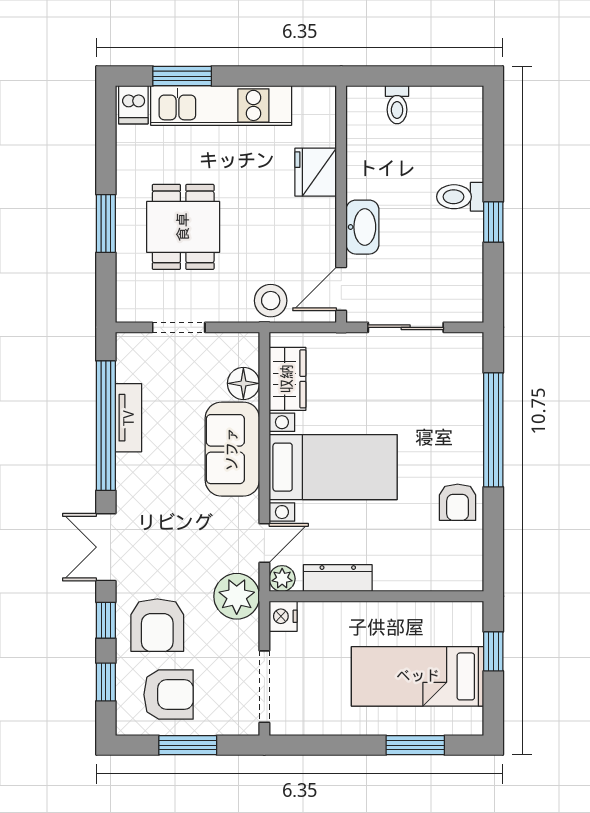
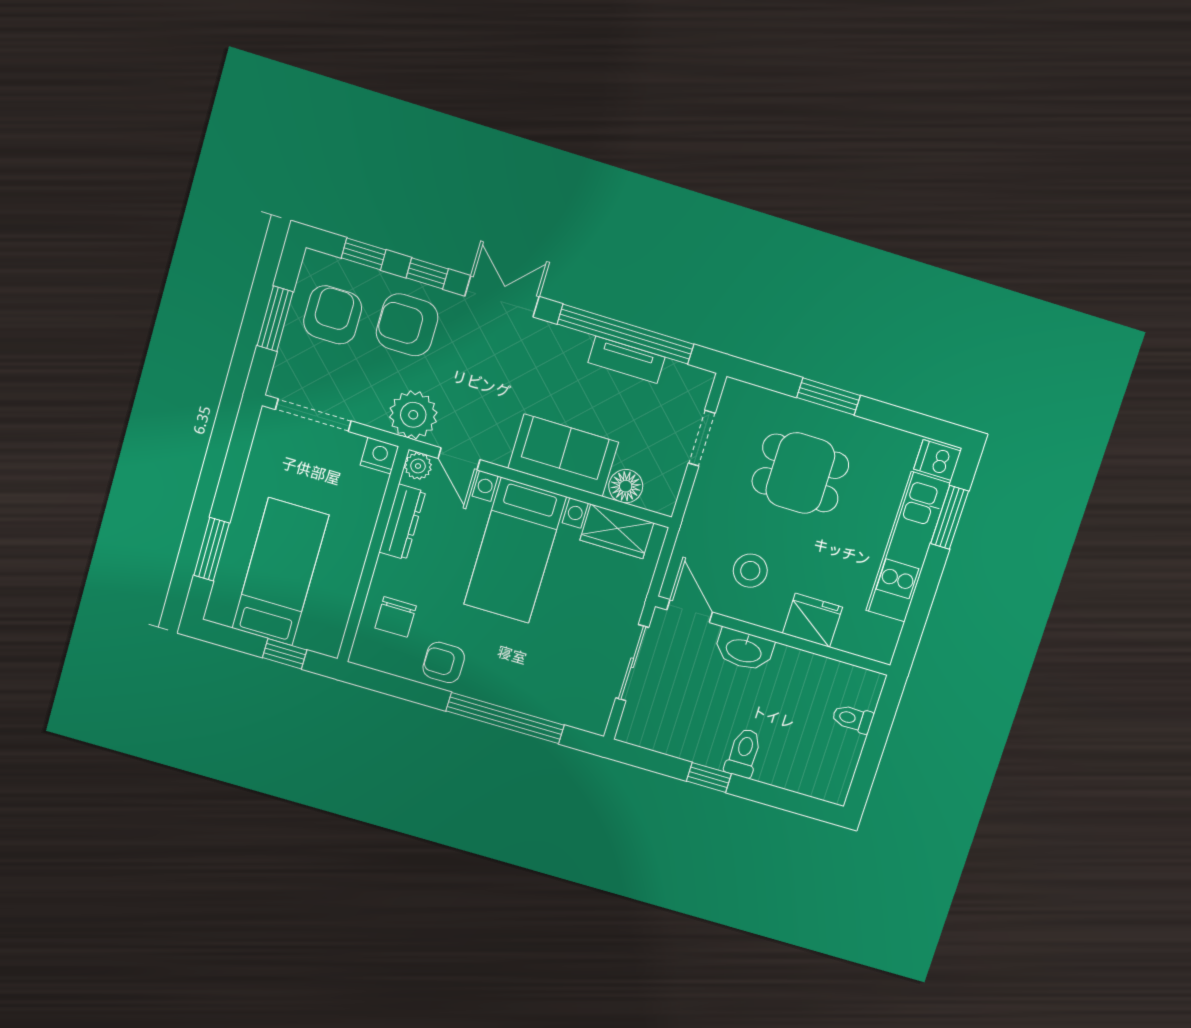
stool: (271, 301) -> (750, 571), moved
chair: (428, 559) -> (396, 617), added
armchair: (169, 695) -> (333, 315), turned 180

